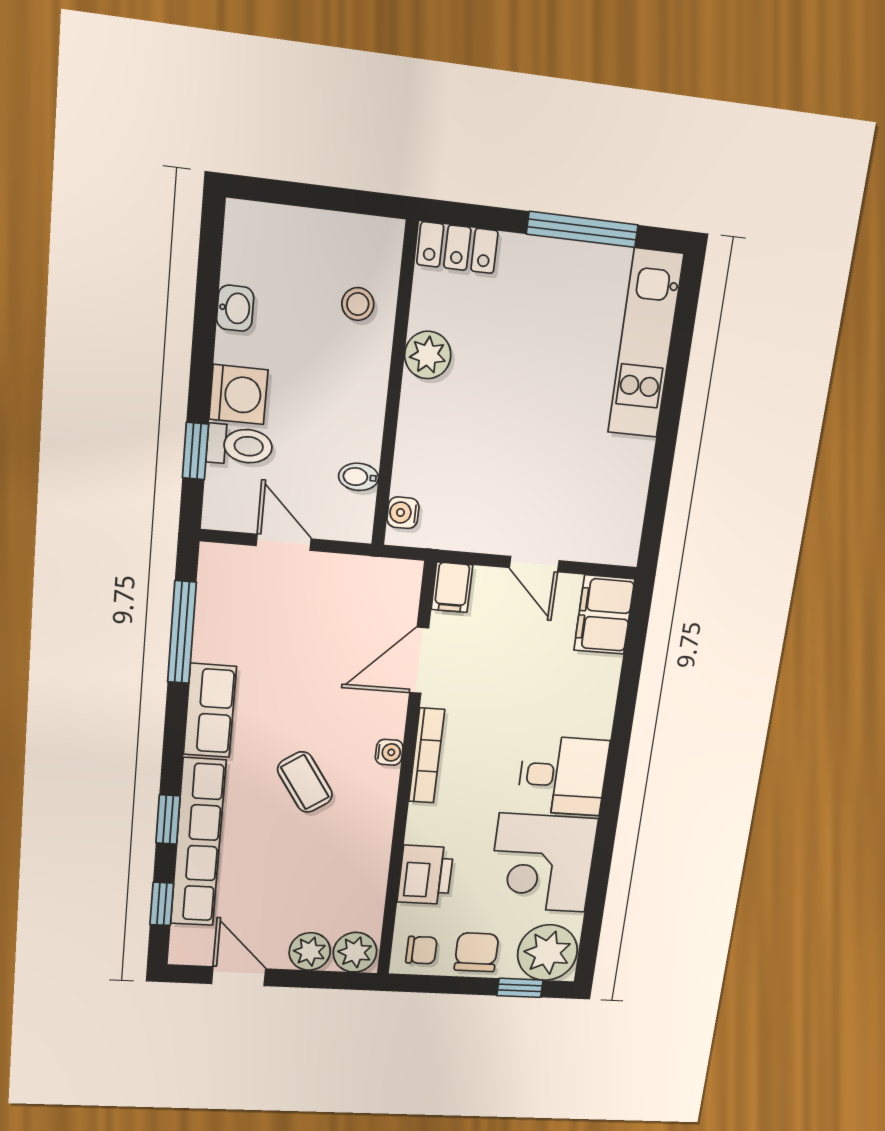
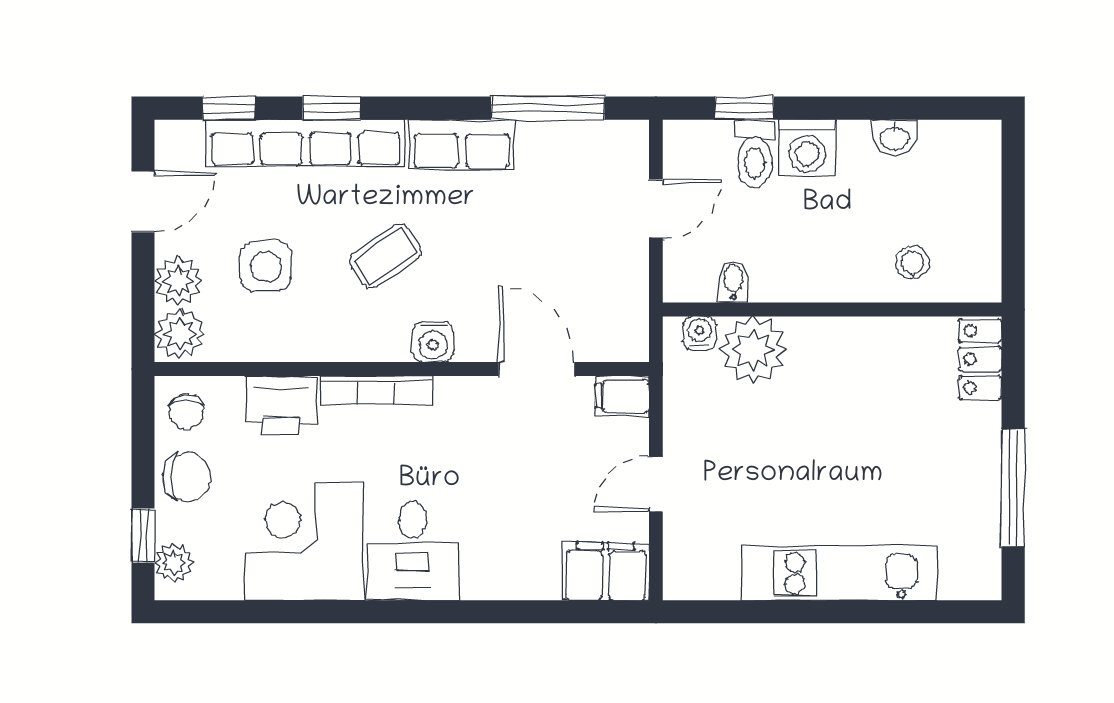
kitchen unit: (646, 344) -> (839, 573), moved
plant: (428, 355) -> (753, 350), moved, width x1.36, depth x1.36
water cooler: (389, 752) -> (433, 342), width x1.38, depth x1.38
bookcase: (427, 756) -> (376, 390), moved
side table: (304, 881) -> (266, 266), added
plant: (547, 953) -> (174, 563), width x0.53, depth x0.53

